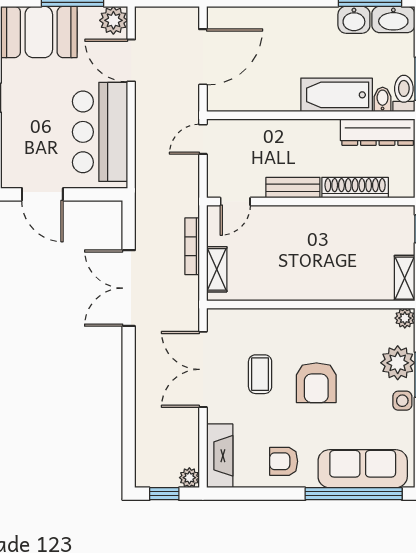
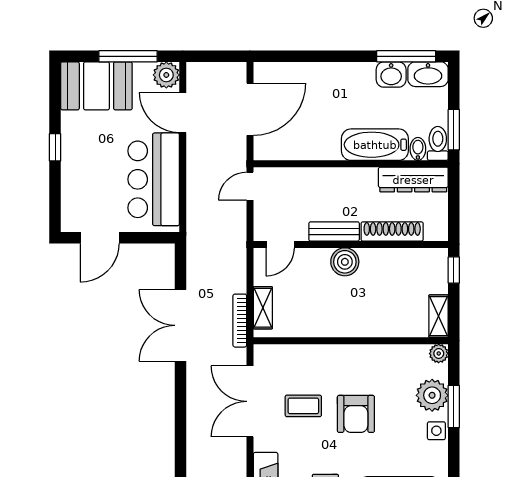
door: (42, 194) -> (100, 238), hinge flipped
boiler: (304, 220) -> (345, 262), added
bookcase: (192, 246) -> (240, 321), moved
coffee table: (260, 374) -> (303, 406), turned 90

